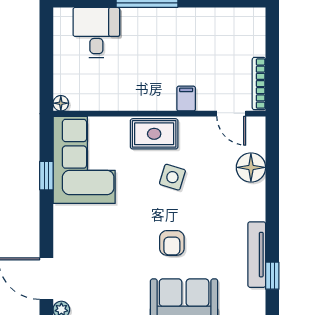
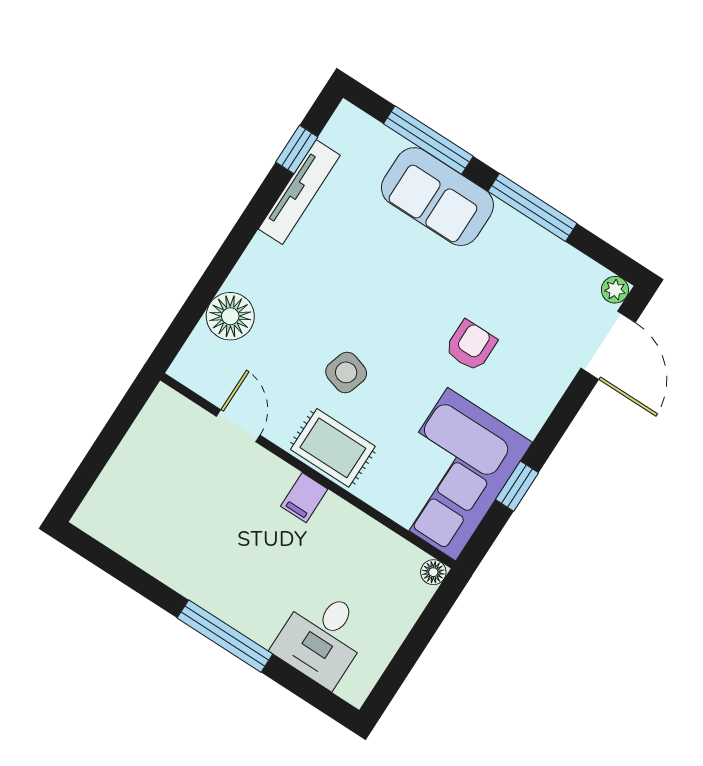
bookcase: (259, 84) -> (145, 424), removed
filing cabinet: (186, 99) -> (304, 498), moved
door: (231, 114) -> (238, 426), moved
armchair: (172, 243) -> (471, 346), moved

